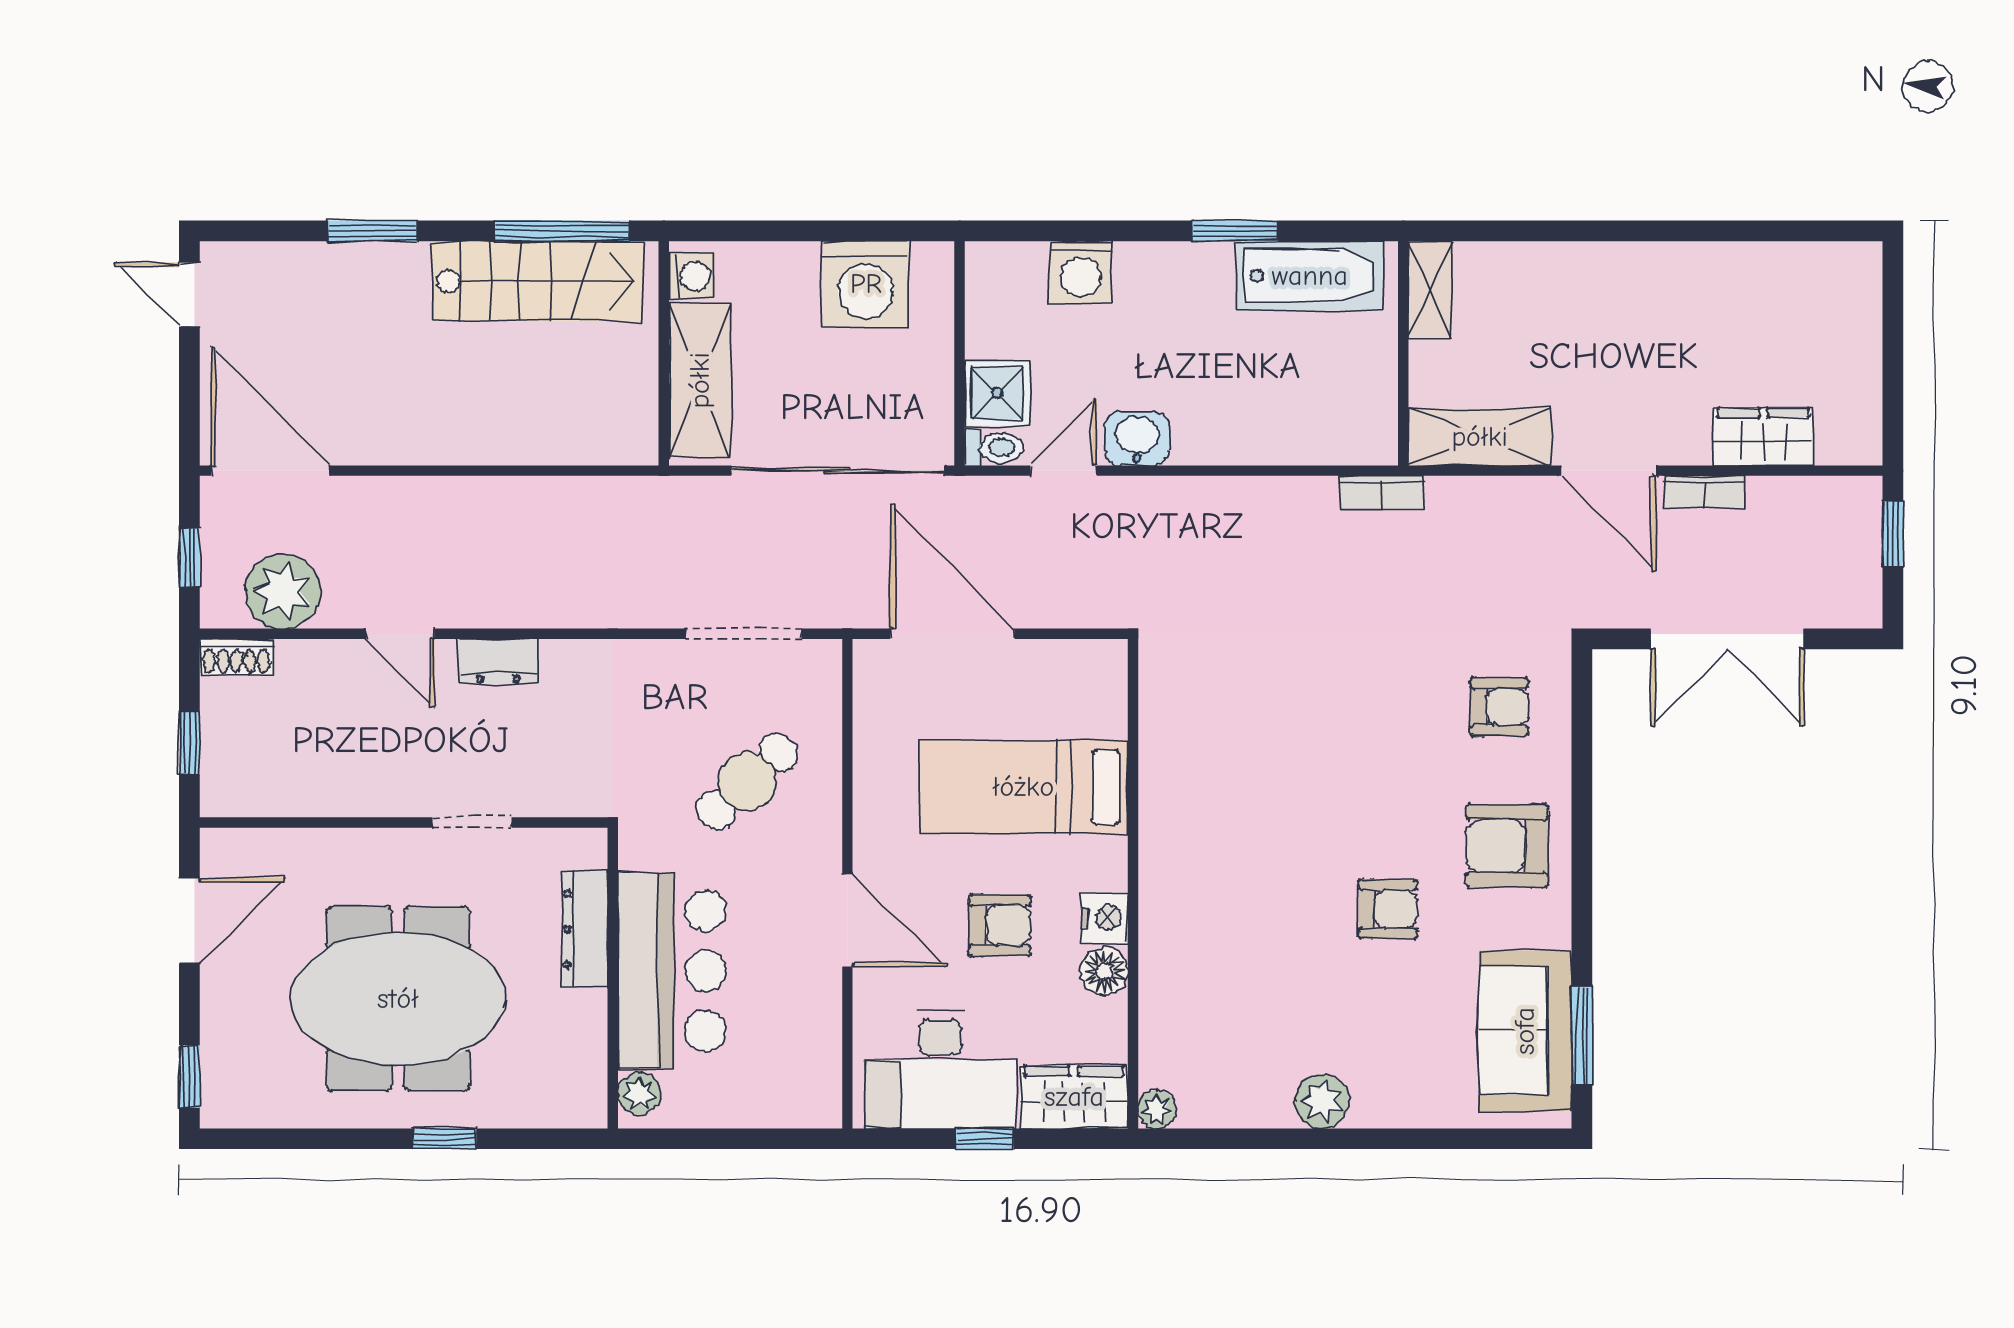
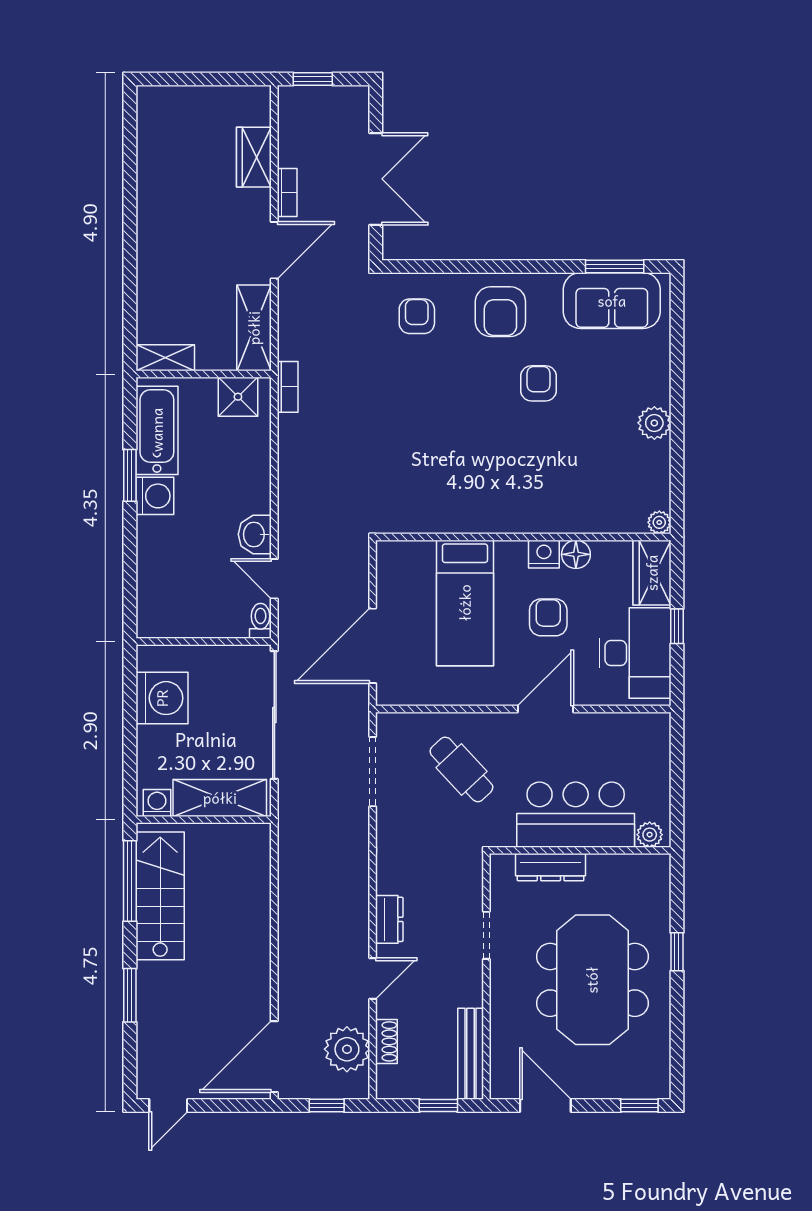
washing machine: (1080, 272) -> (155, 496), moved
shower: (997, 393) -> (238, 397), moved
shoe rack: (236, 657) -> (386, 1041), moved
bench: (275, 796) -> (471, 1054), added

